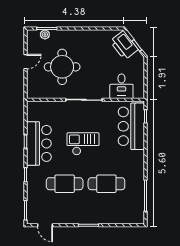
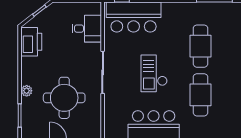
plant: (45, 34) -> (27, 91), moved
printer: (124, 45) -> (31, 42), moved, turned -52

